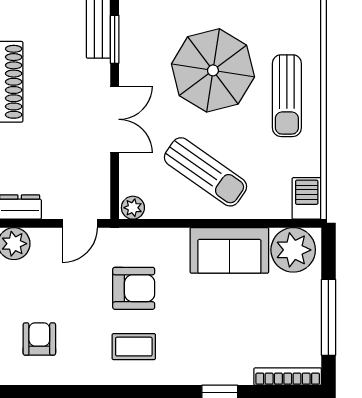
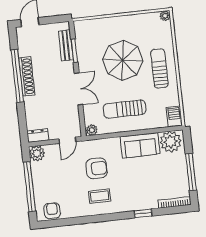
sun lounger: (287, 96) -> (159, 68), turned 180
sun lounger: (206, 172) -> (125, 109), turned 145
armchair: (39, 339) -> (52, 211), moved

